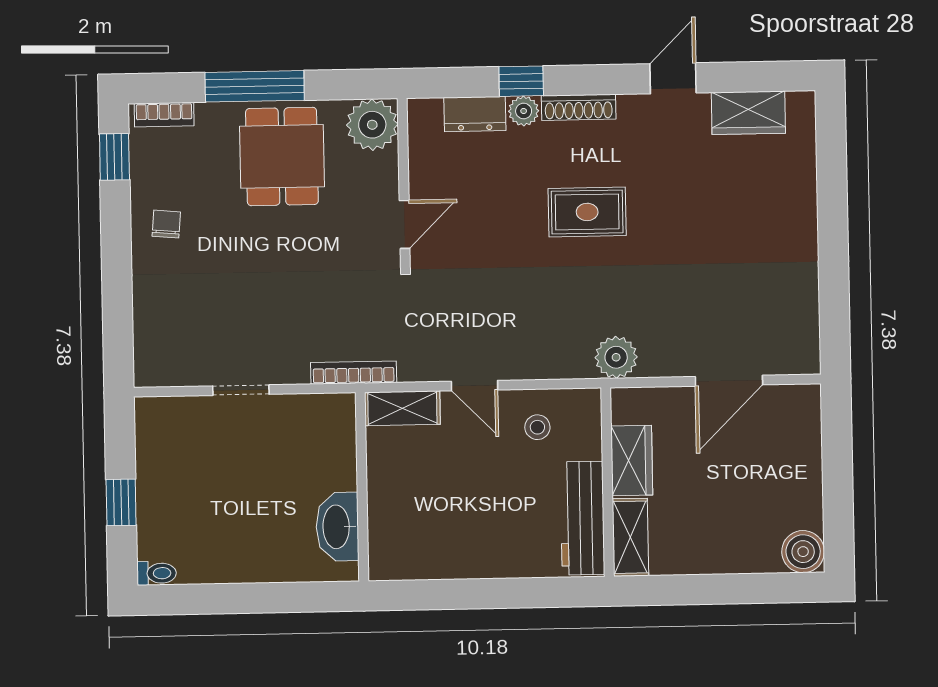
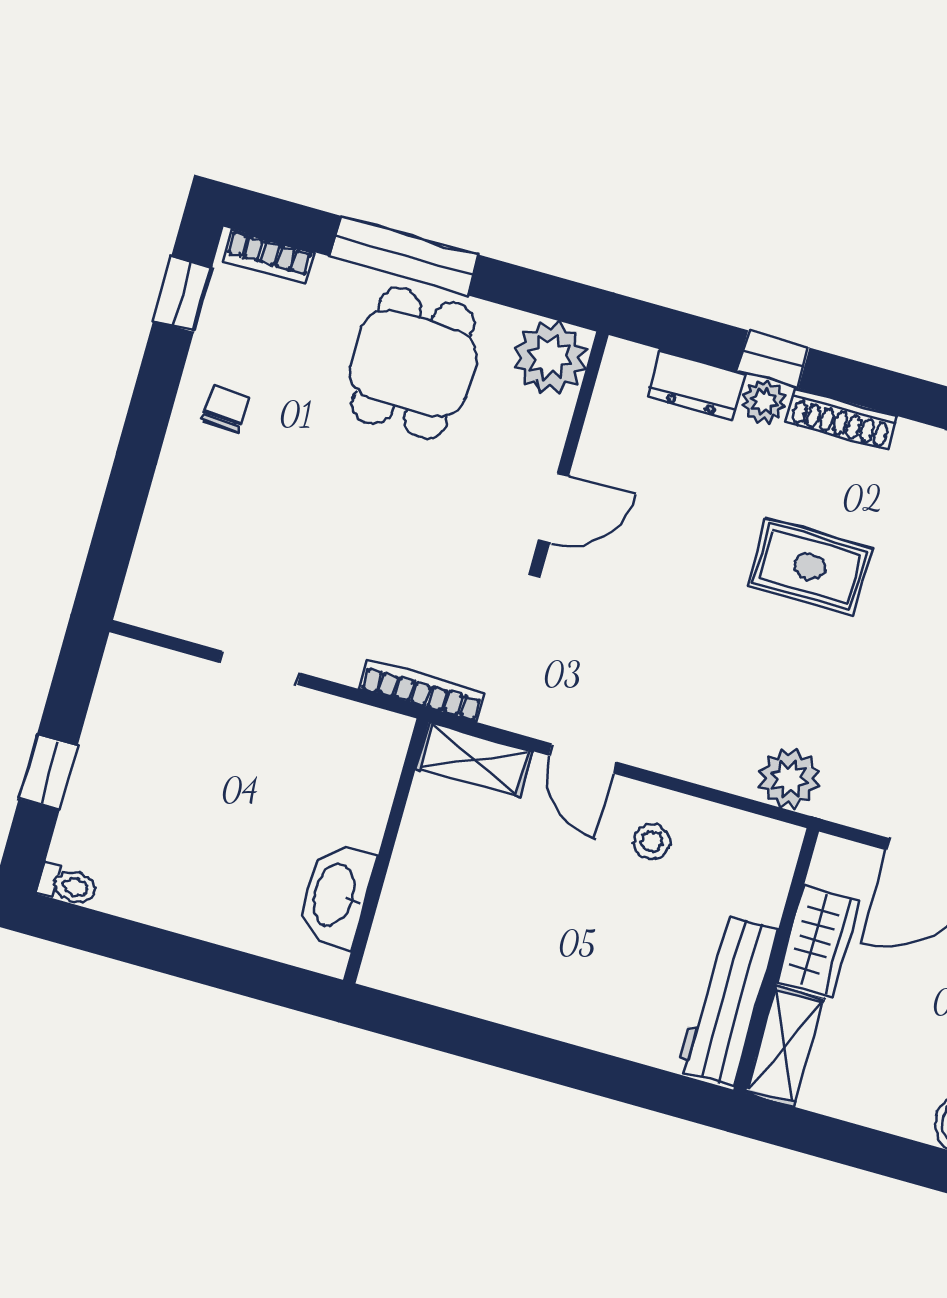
wardrobe: (632, 461) -> (818, 941), moved
wall: (607, 482) -> (776, 961), moved
workbench: (582, 518) -> (727, 1000), moved
shelving: (630, 537) -> (785, 1046), moved

